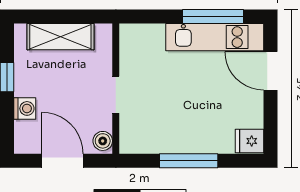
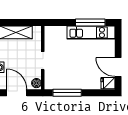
door: (270, 71) -> (118, 67), moved
window: (189, 161) -> (67, 93), moved

